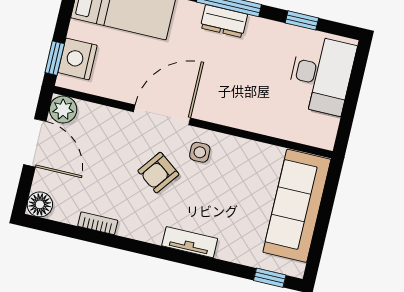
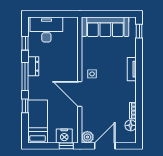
dresser: (224, 21) -> (33, 66), moved
armchair: (158, 173) -> (105, 90), removed
floor lamp: (40, 204) -> (131, 125), moved

